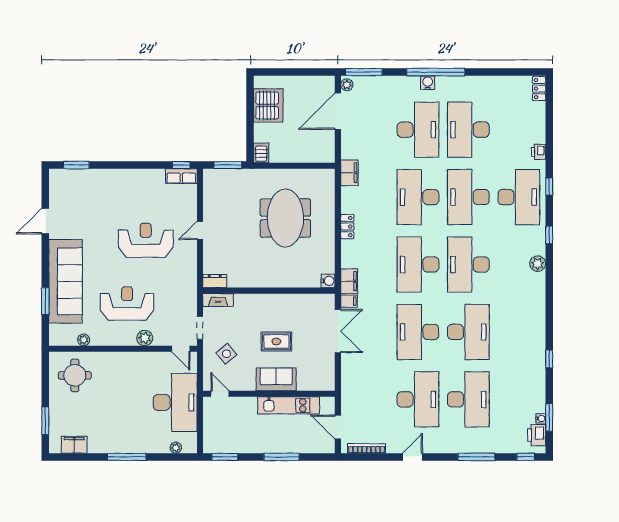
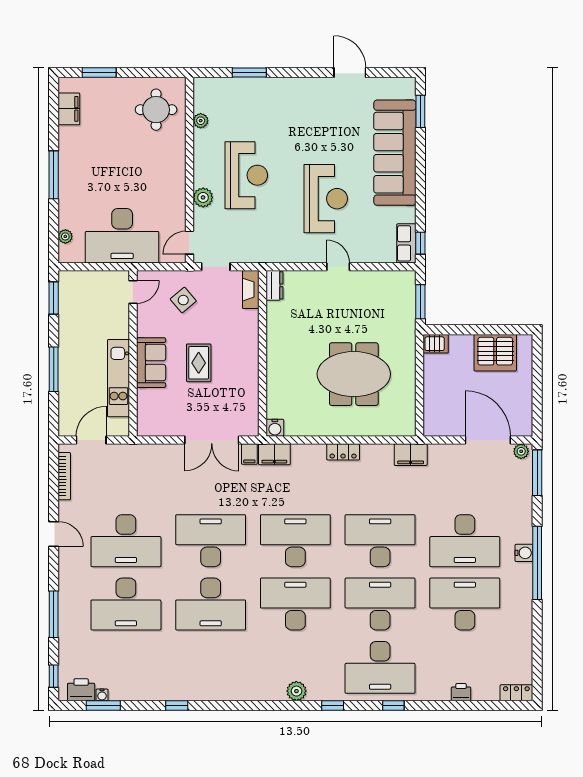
printer: (539, 152) -> (461, 692), moved
sofa: (66, 281) -> (395, 153), moved, turned 90

